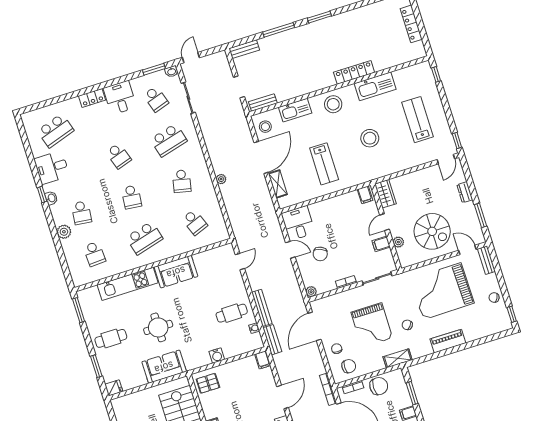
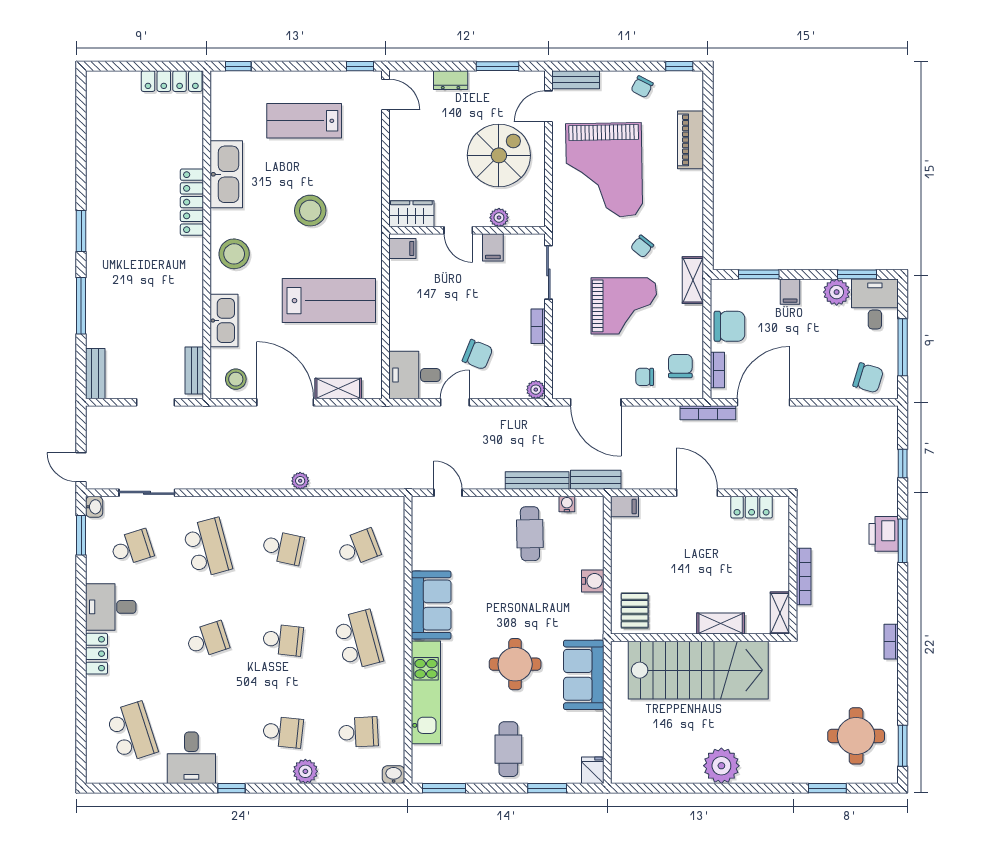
locker: (411, 24) -> (172, 81), moved
lab bench: (324, 164) -> (329, 301), width x1.36, depth x1.39
washbasin: (51, 198) -> (394, 775), moved
piano: (448, 341) -> (691, 140), moved
chair: (379, 386) -> (729, 326), turned 90

